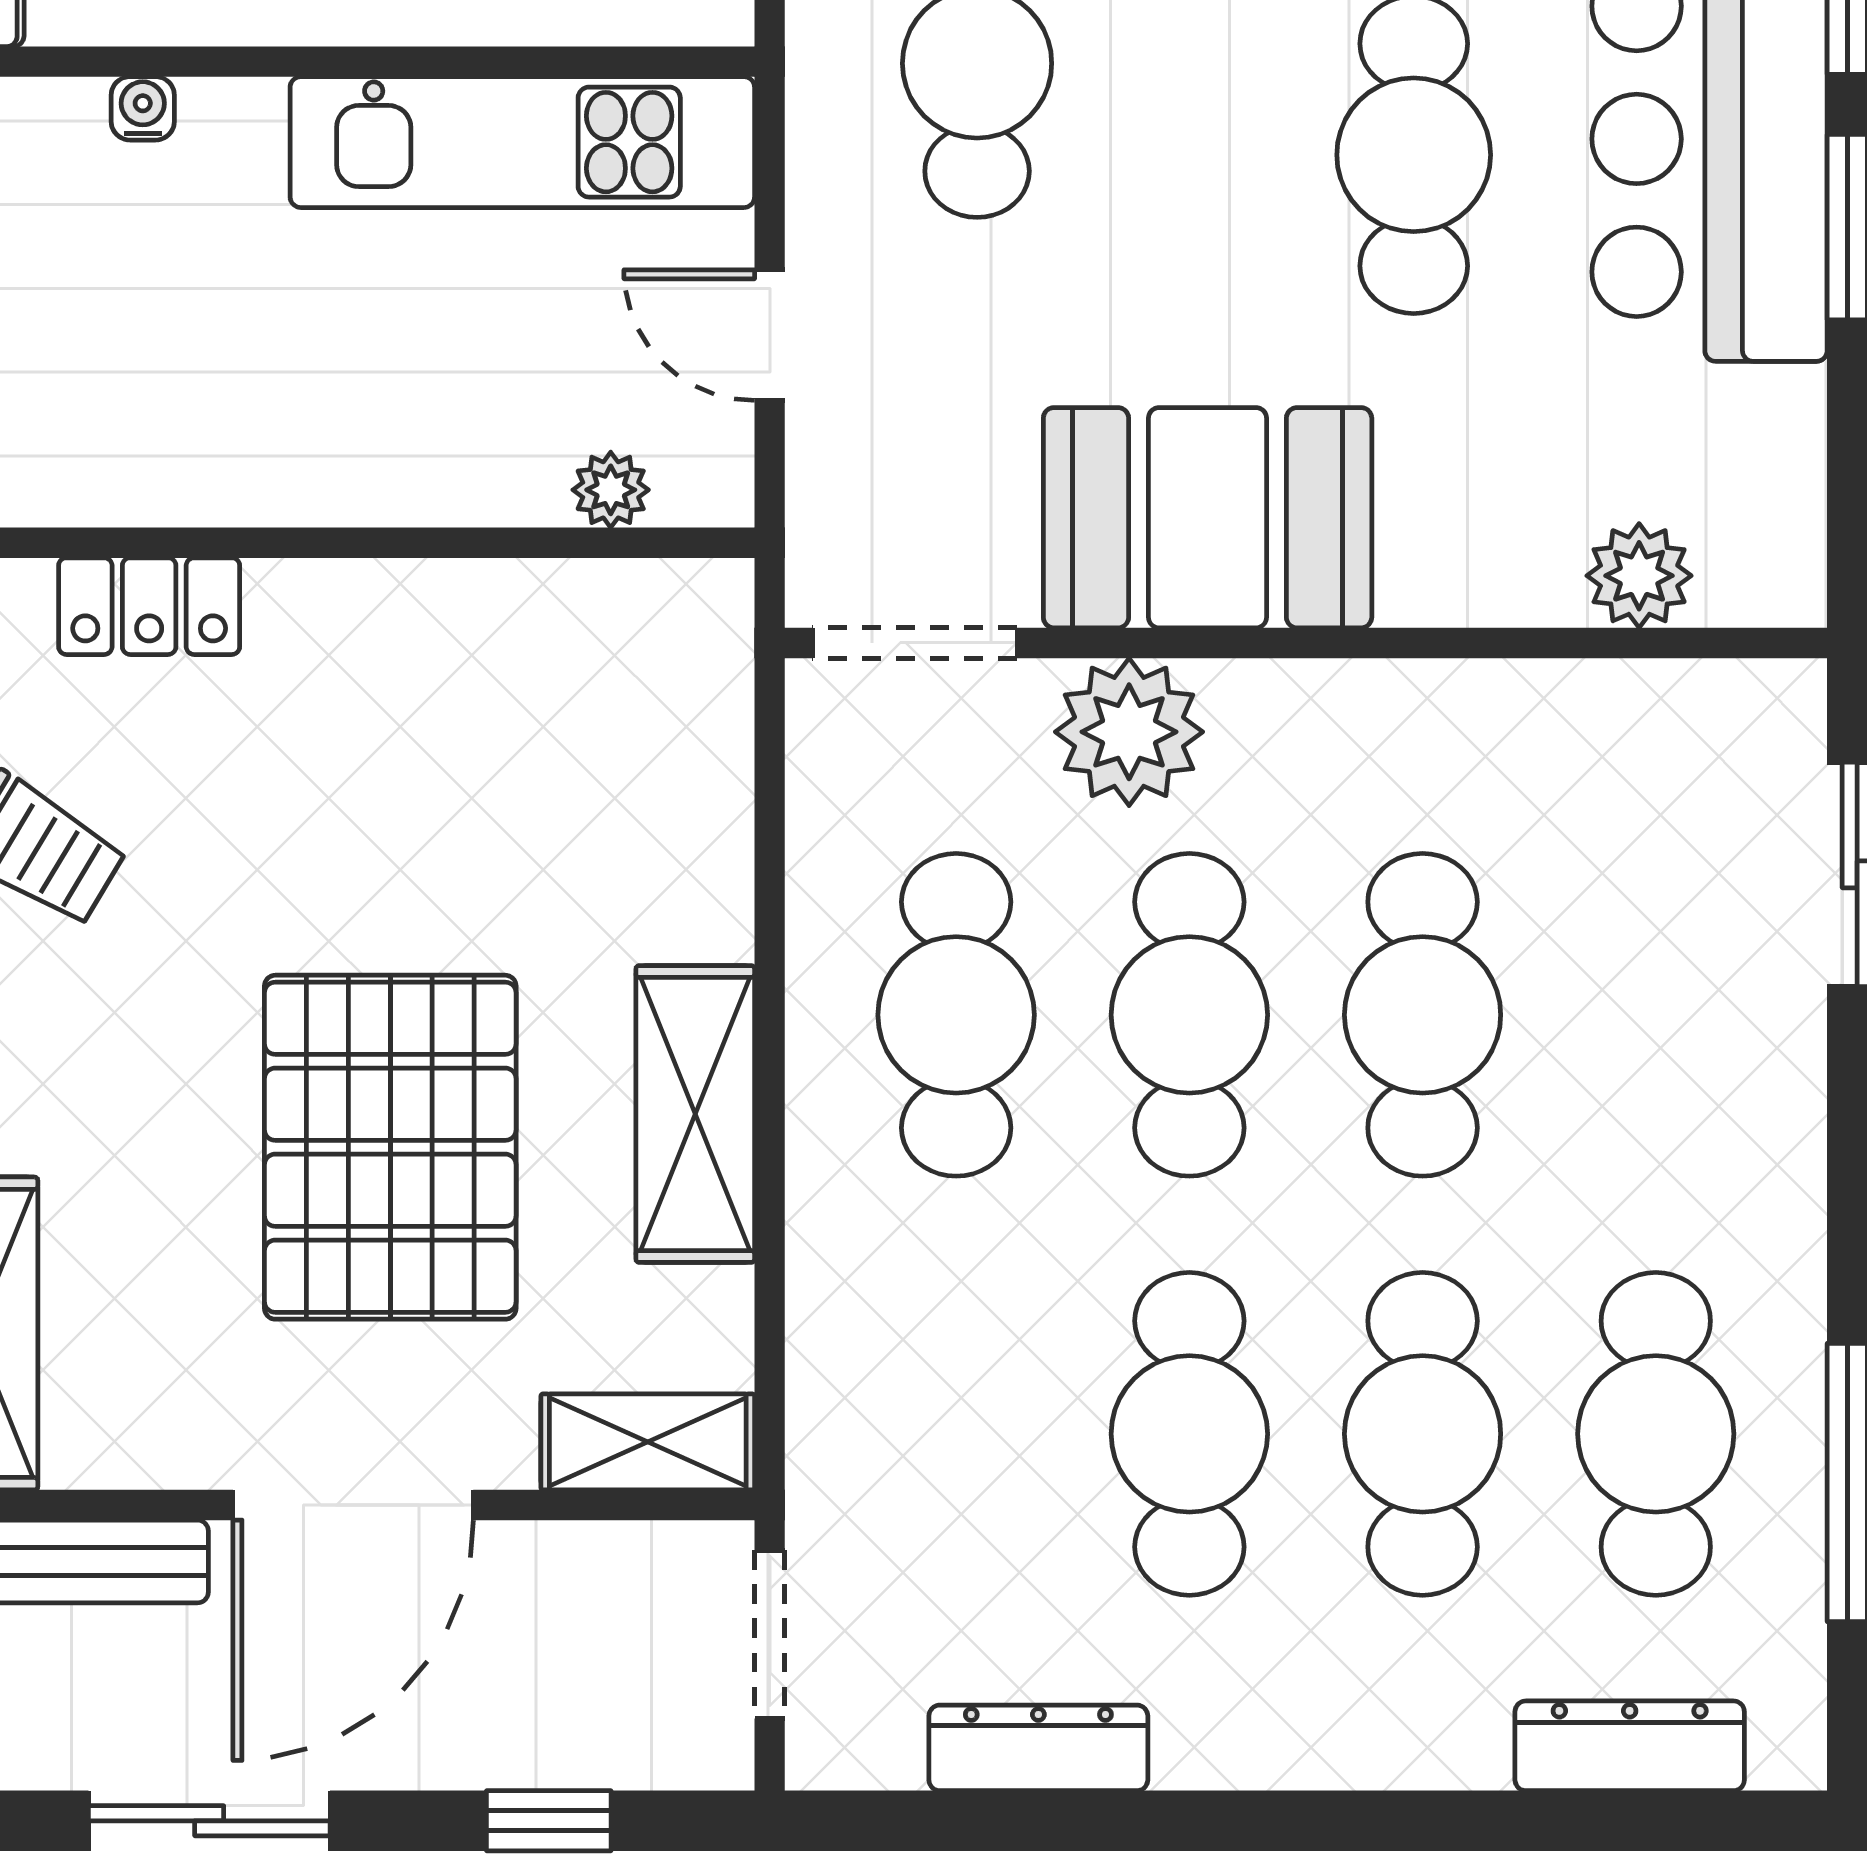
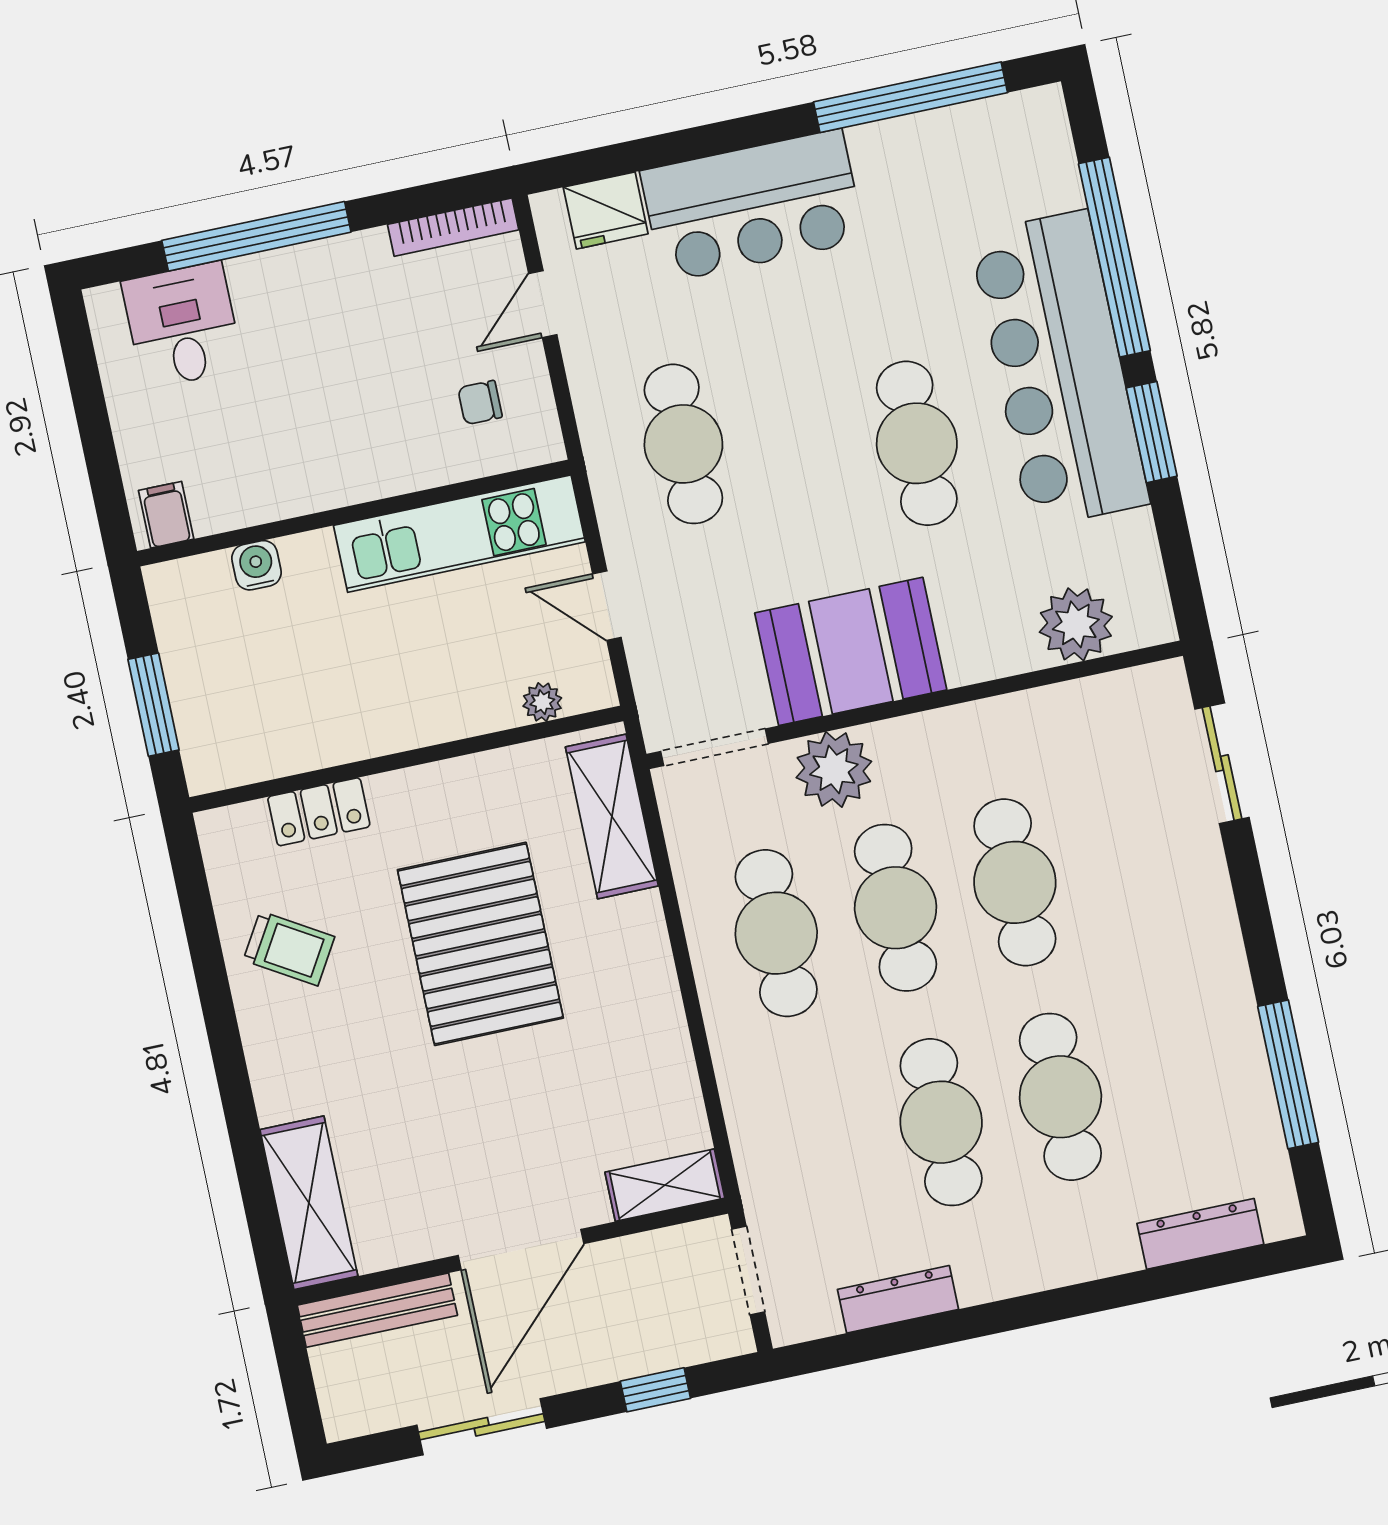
water cooler: (143, 108) -> (257, 565), width x1.38, depth x1.38
plant: (1639, 576) -> (1076, 624), width x1.36, depth x1.36
shelving: (695, 1114) -> (612, 816), moved
pallet: (390, 1147) -> (480, 944), moved
cafe table: (1656, 1434) -> (1180, 1071), removed

